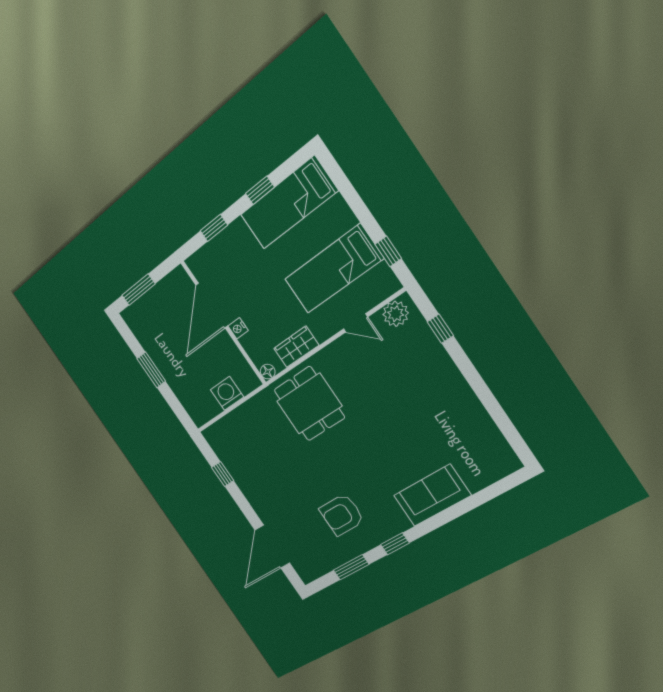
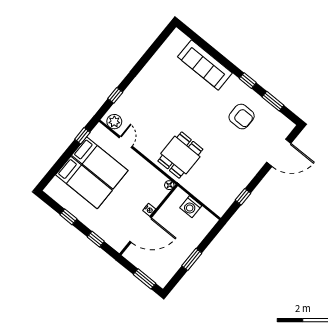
bed: (289, 203) -> (84, 182), moved
wardrobe: (296, 347) -> (149, 172), removed
sofa: (432, 495) -> (205, 65), width x1.36

